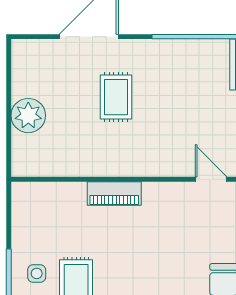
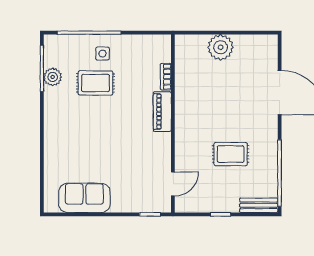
rug: (116, 97) -> (231, 154), moved
bookcase: (68, 189) -> (166, 77), added

